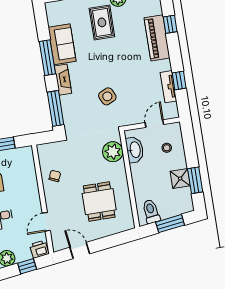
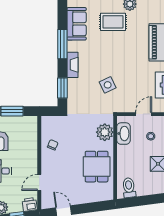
rug: (102, 22) -> (113, 22), turned 90
sofa: (62, 44) -> (77, 24), moved
window: (56, 108) -> (62, 88), width x0.69
dining table: (99, 202) -> (97, 167), moved
window: (170, 224) -> (143, 201), removed

